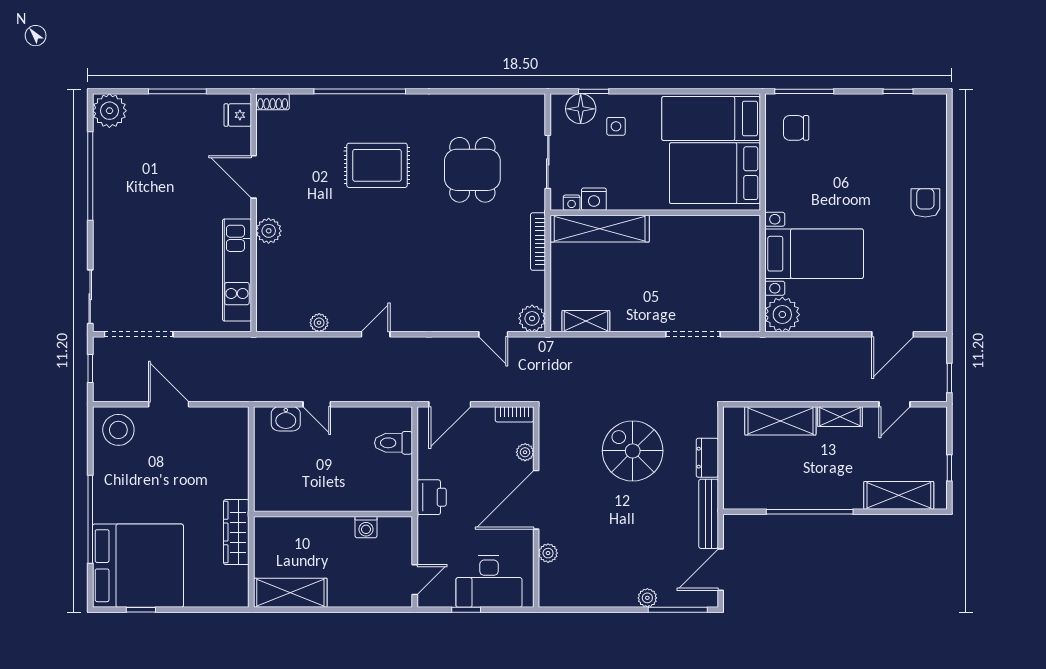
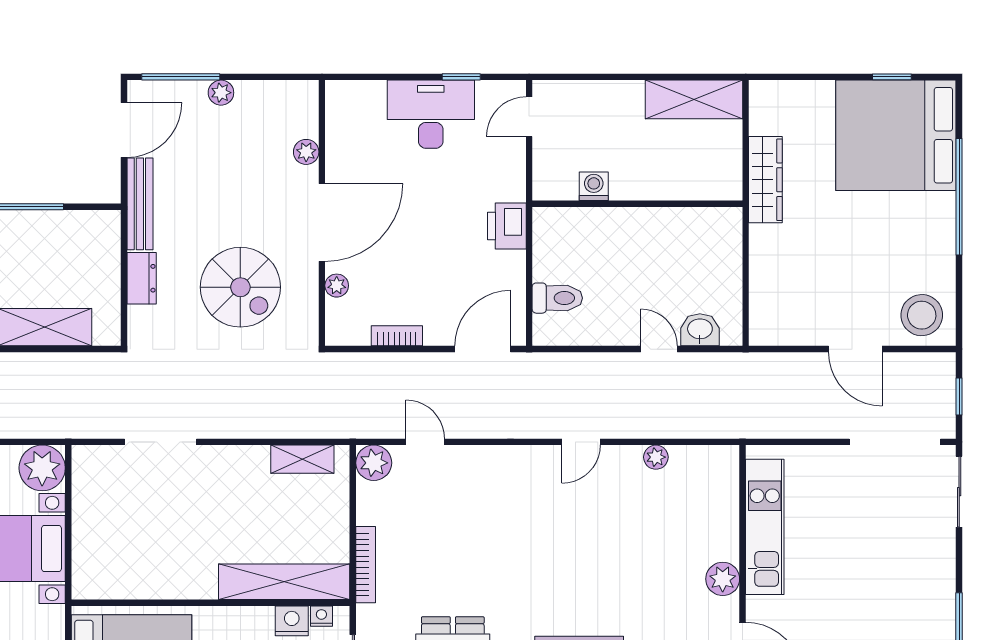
plant: (525, 452) -> (337, 286), moved
door: (536, 500) -> (322, 222), moved
wall: (536, 507) -> (322, 213), moved
plant: (548, 553) -> (306, 152), moved

